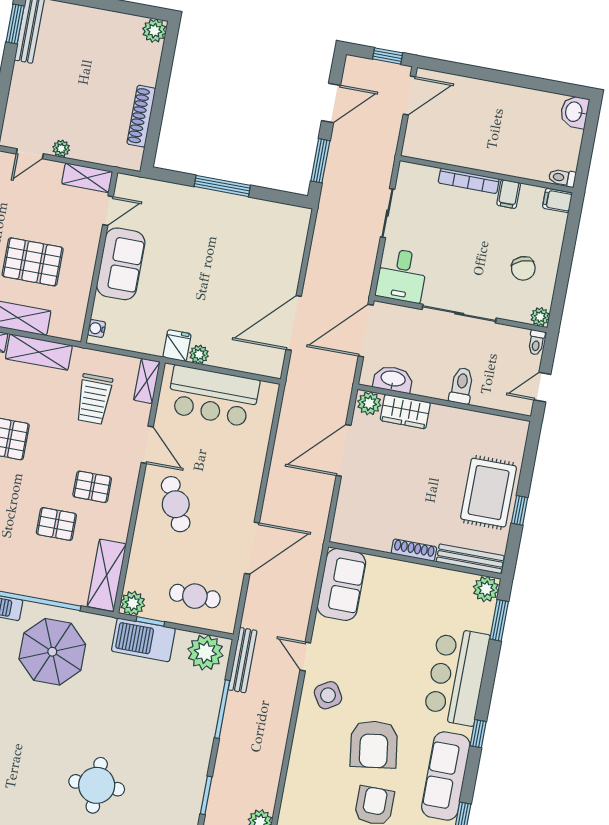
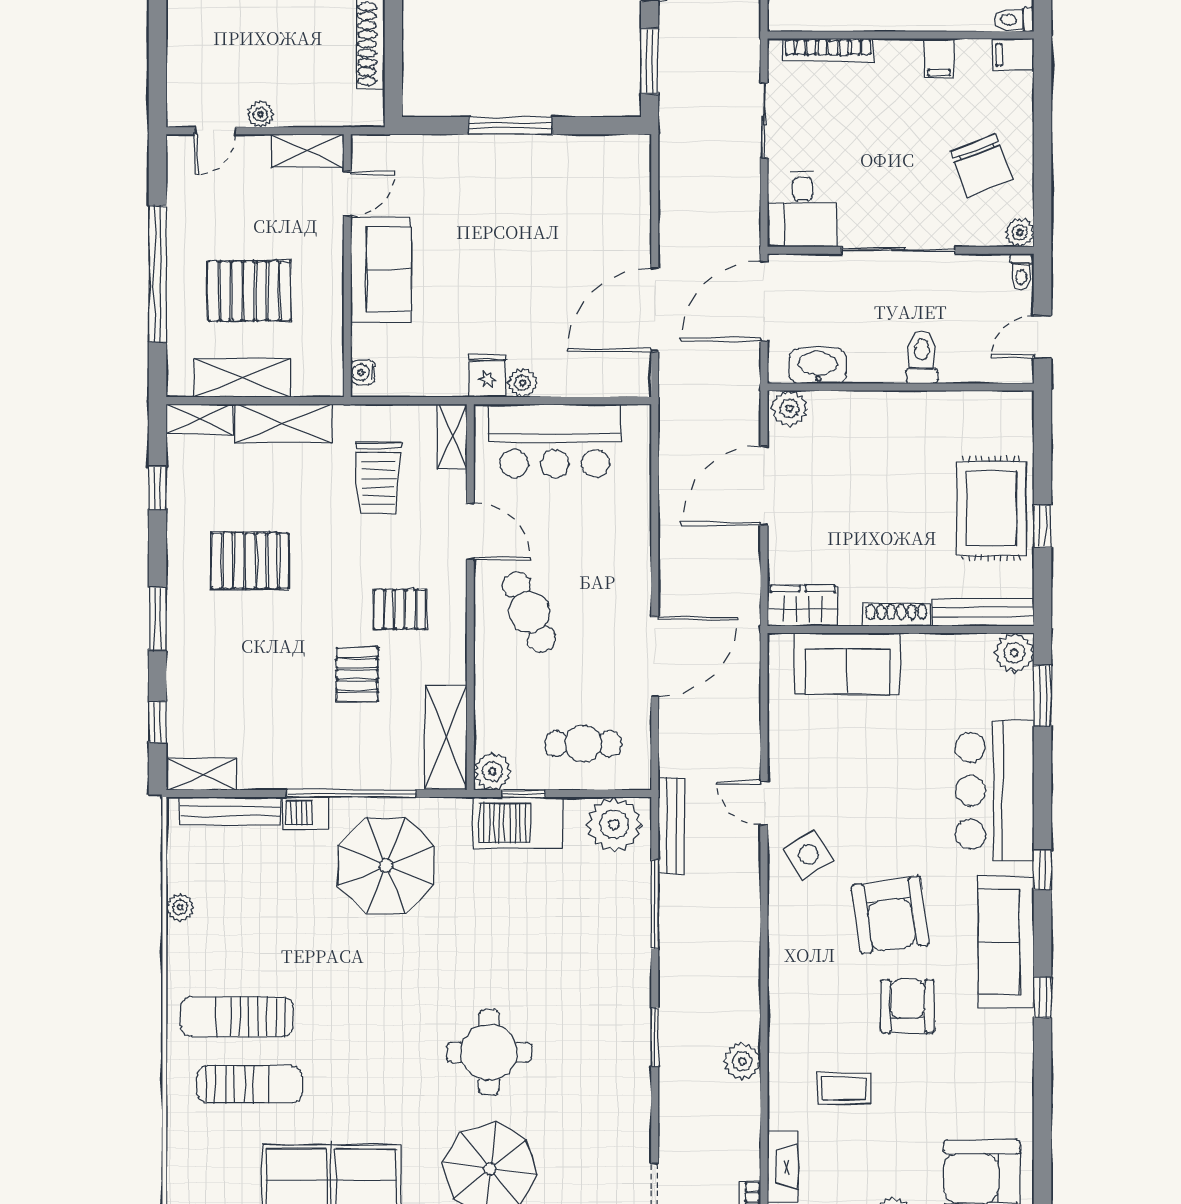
bookcase: (469, 181) -> (828, 50), moved
chair: (523, 268) -> (981, 165), width x1.37, depth x1.37
wardrobe: (405, 411) -> (803, 606), moved, turned 180
pallet: (56, 524) -> (357, 674), turned 90
sofa: (341, 584) -> (847, 664), moved, turned 90

